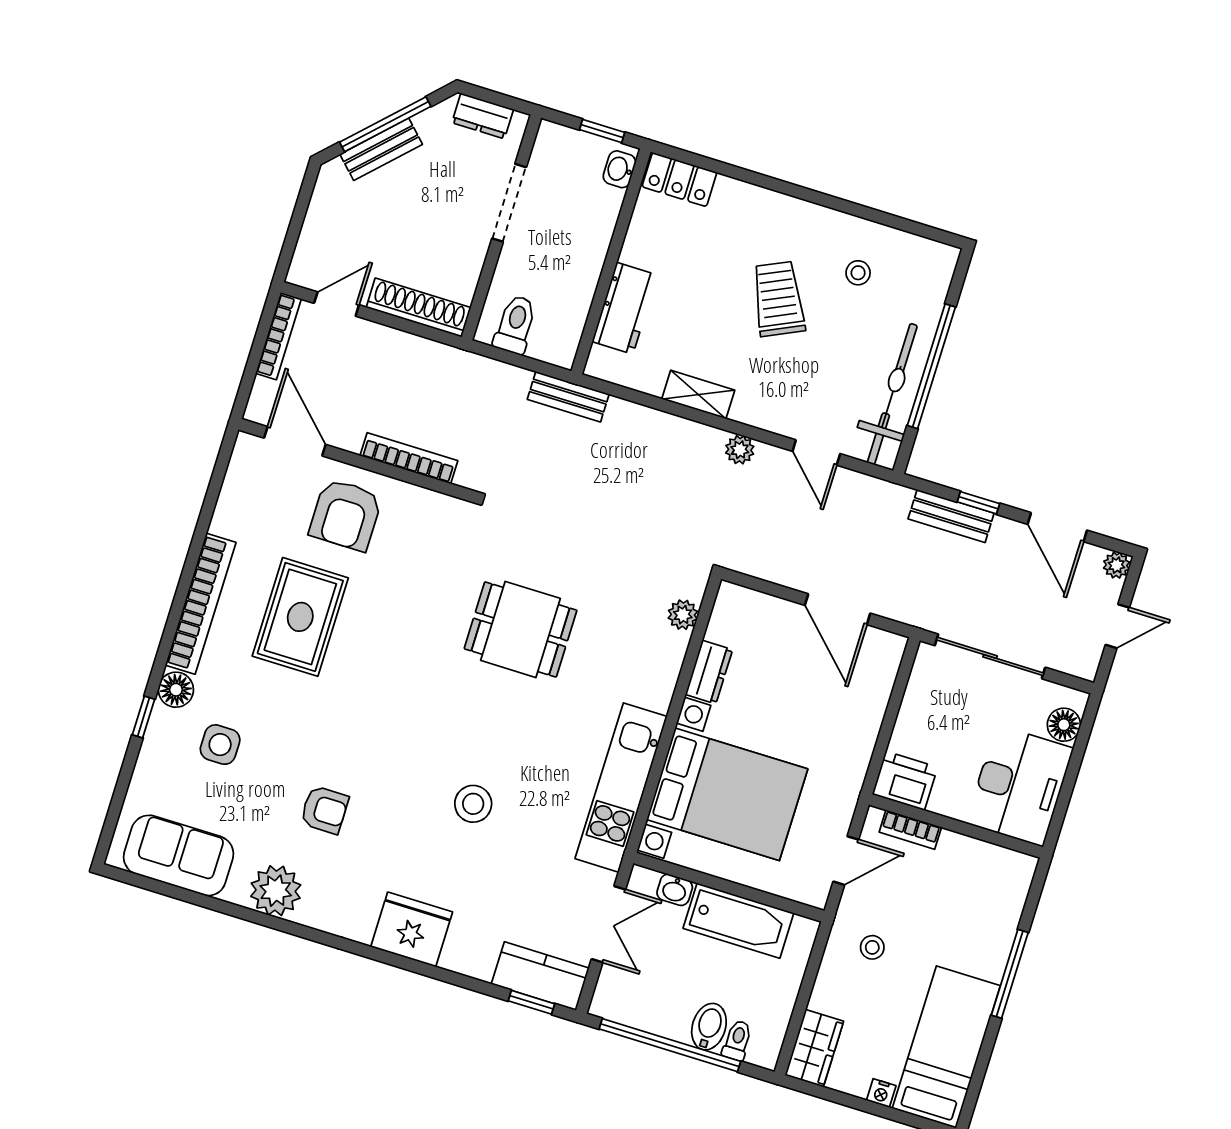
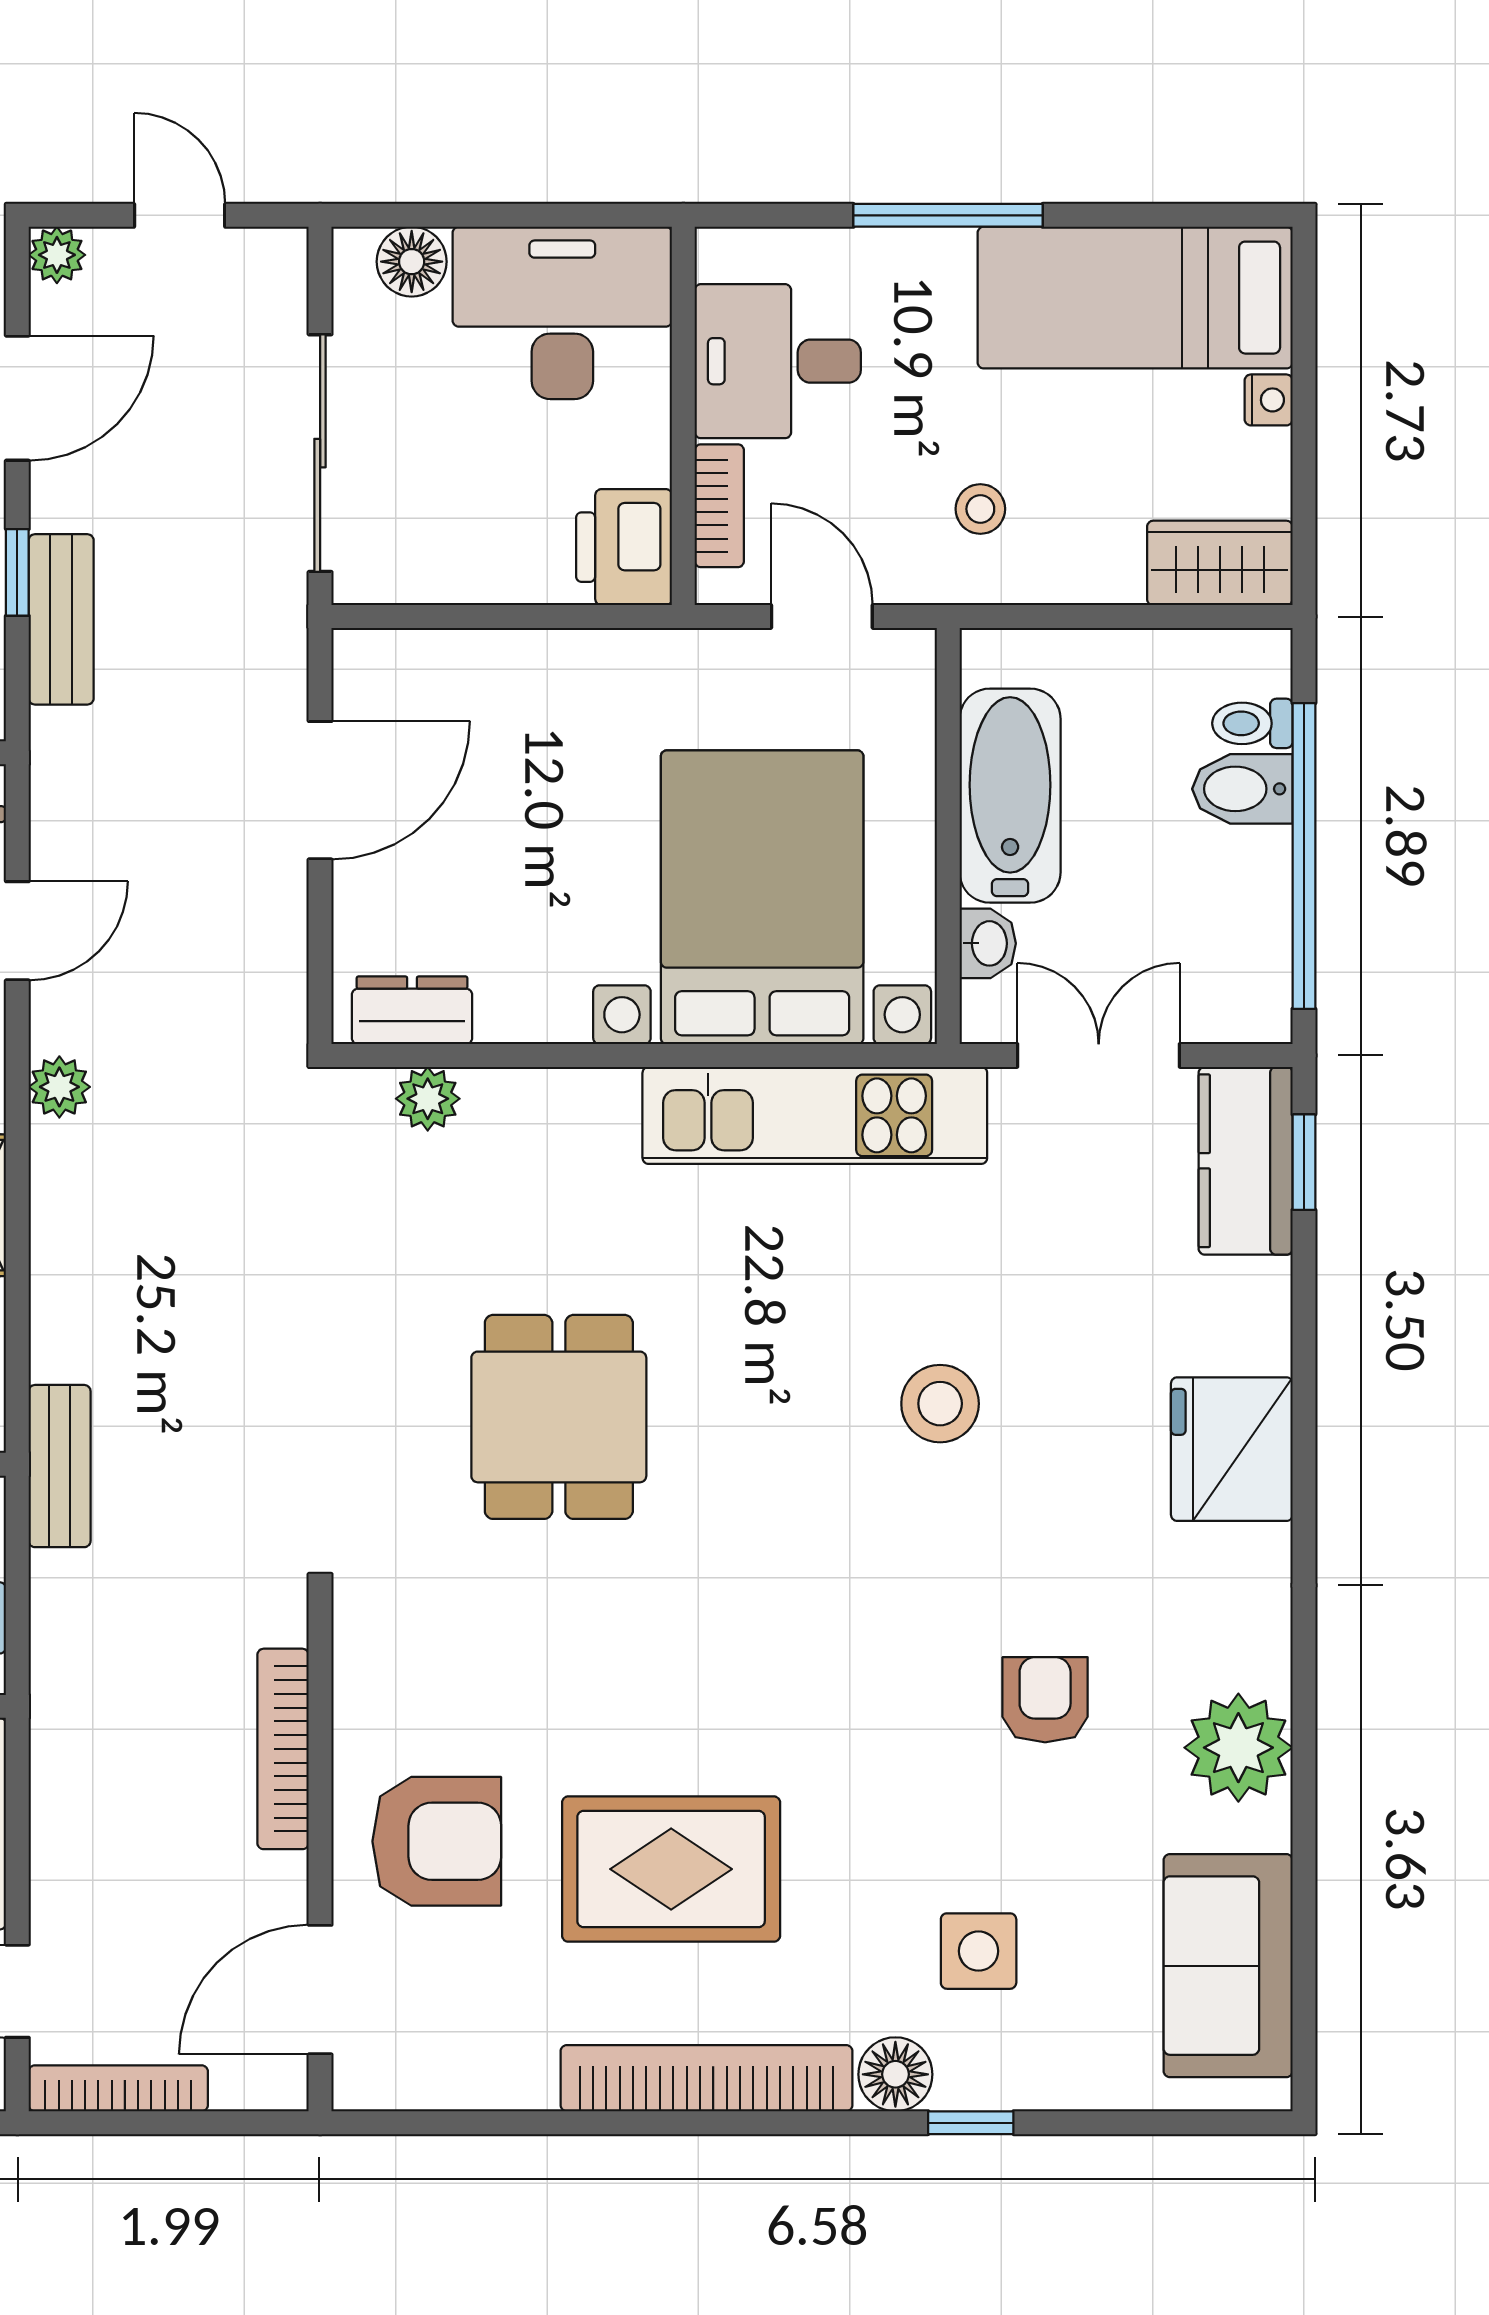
dresser: (709, 672) -> (412, 1010), moved
desk: (968, 876) -> (778, 361), added

